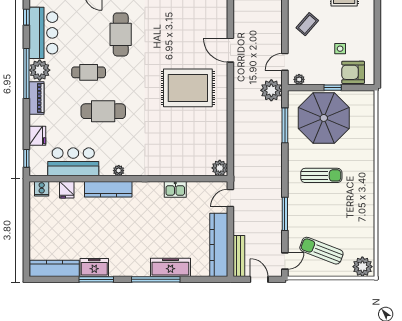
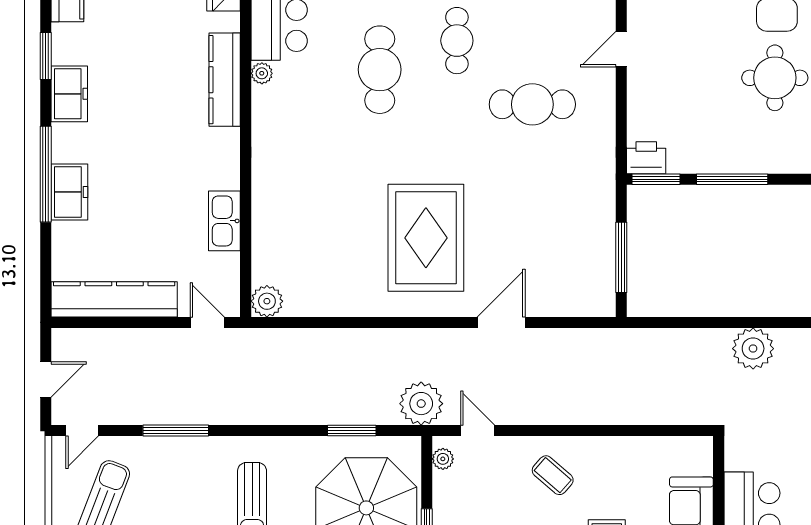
window: (285, 125) -> (352, 431), width x0.69
plant: (119, 171) -> (262, 73), moved
kitchen sink: (175, 189) -> (224, 221), width x1.38
bench: (239, 256) -> (92, 339), removed
door: (285, 261) -> (82, 431), hinge flipped
freezer: (94, 267) -> (69, 94), moved
freezer: (170, 267) -> (69, 192), width x0.71
window: (96, 279) -> (46, 56), width x0.69

